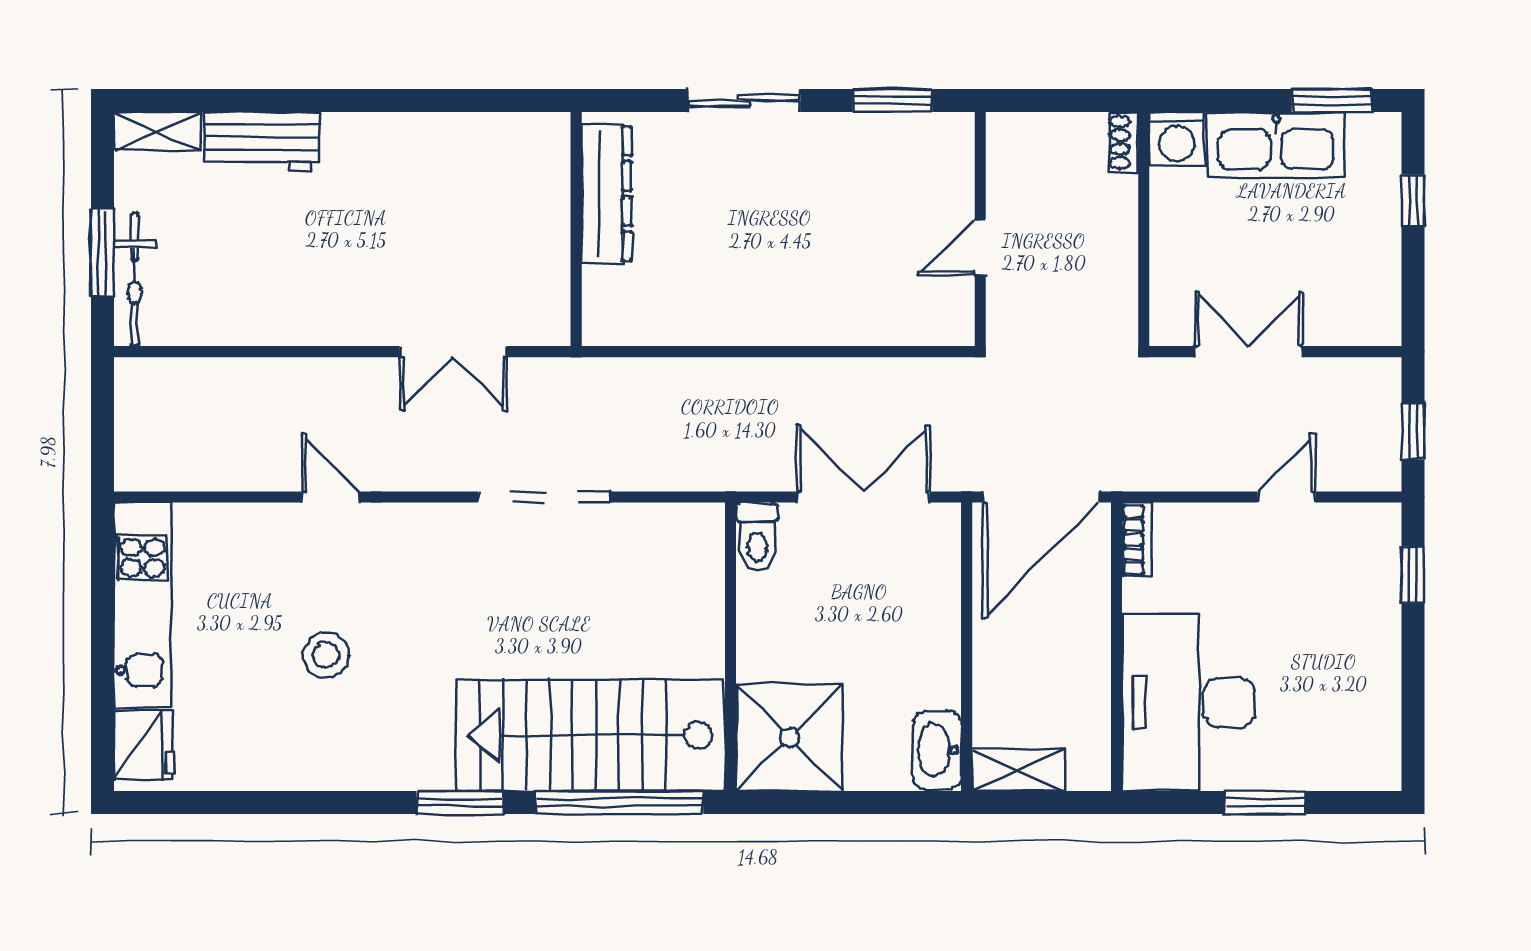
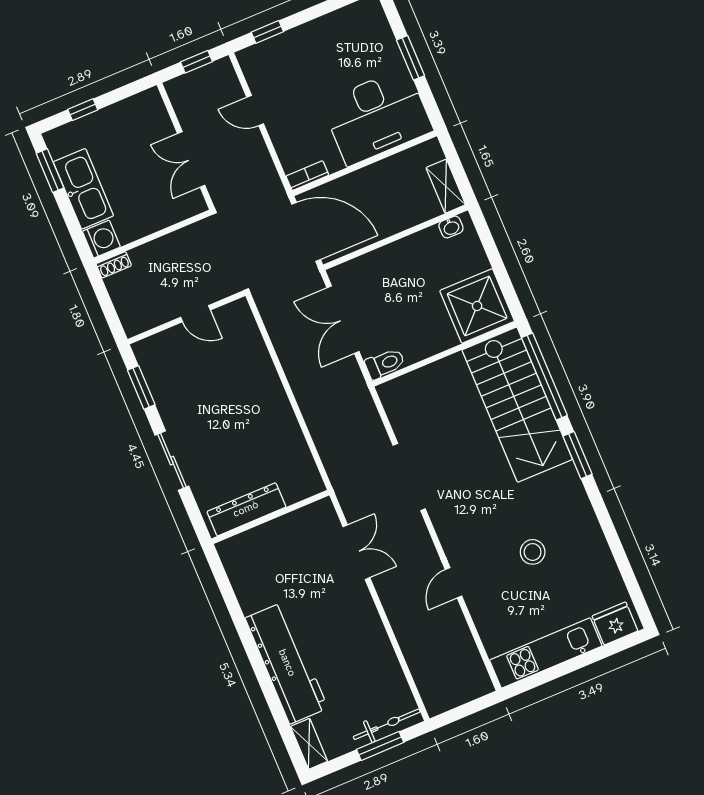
workbench: (262, 142) -> (287, 663), width x1.88, depth x1.32
washbasin: (937, 750) -> (451, 227), width x0.52, depth x0.69

